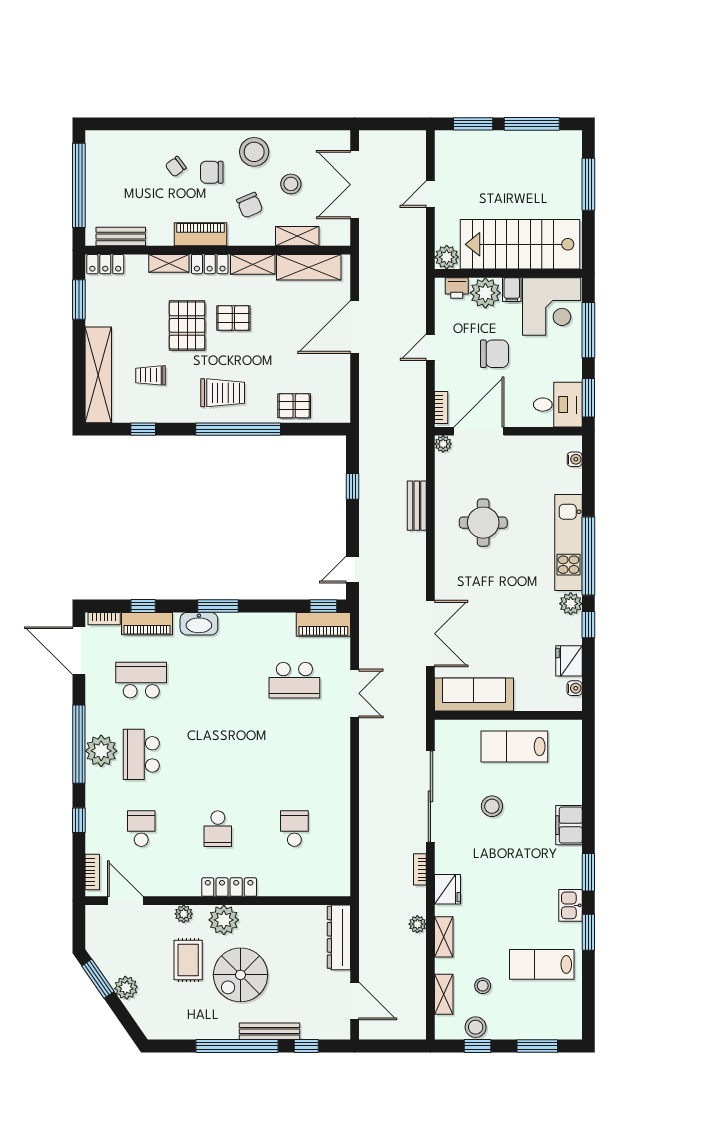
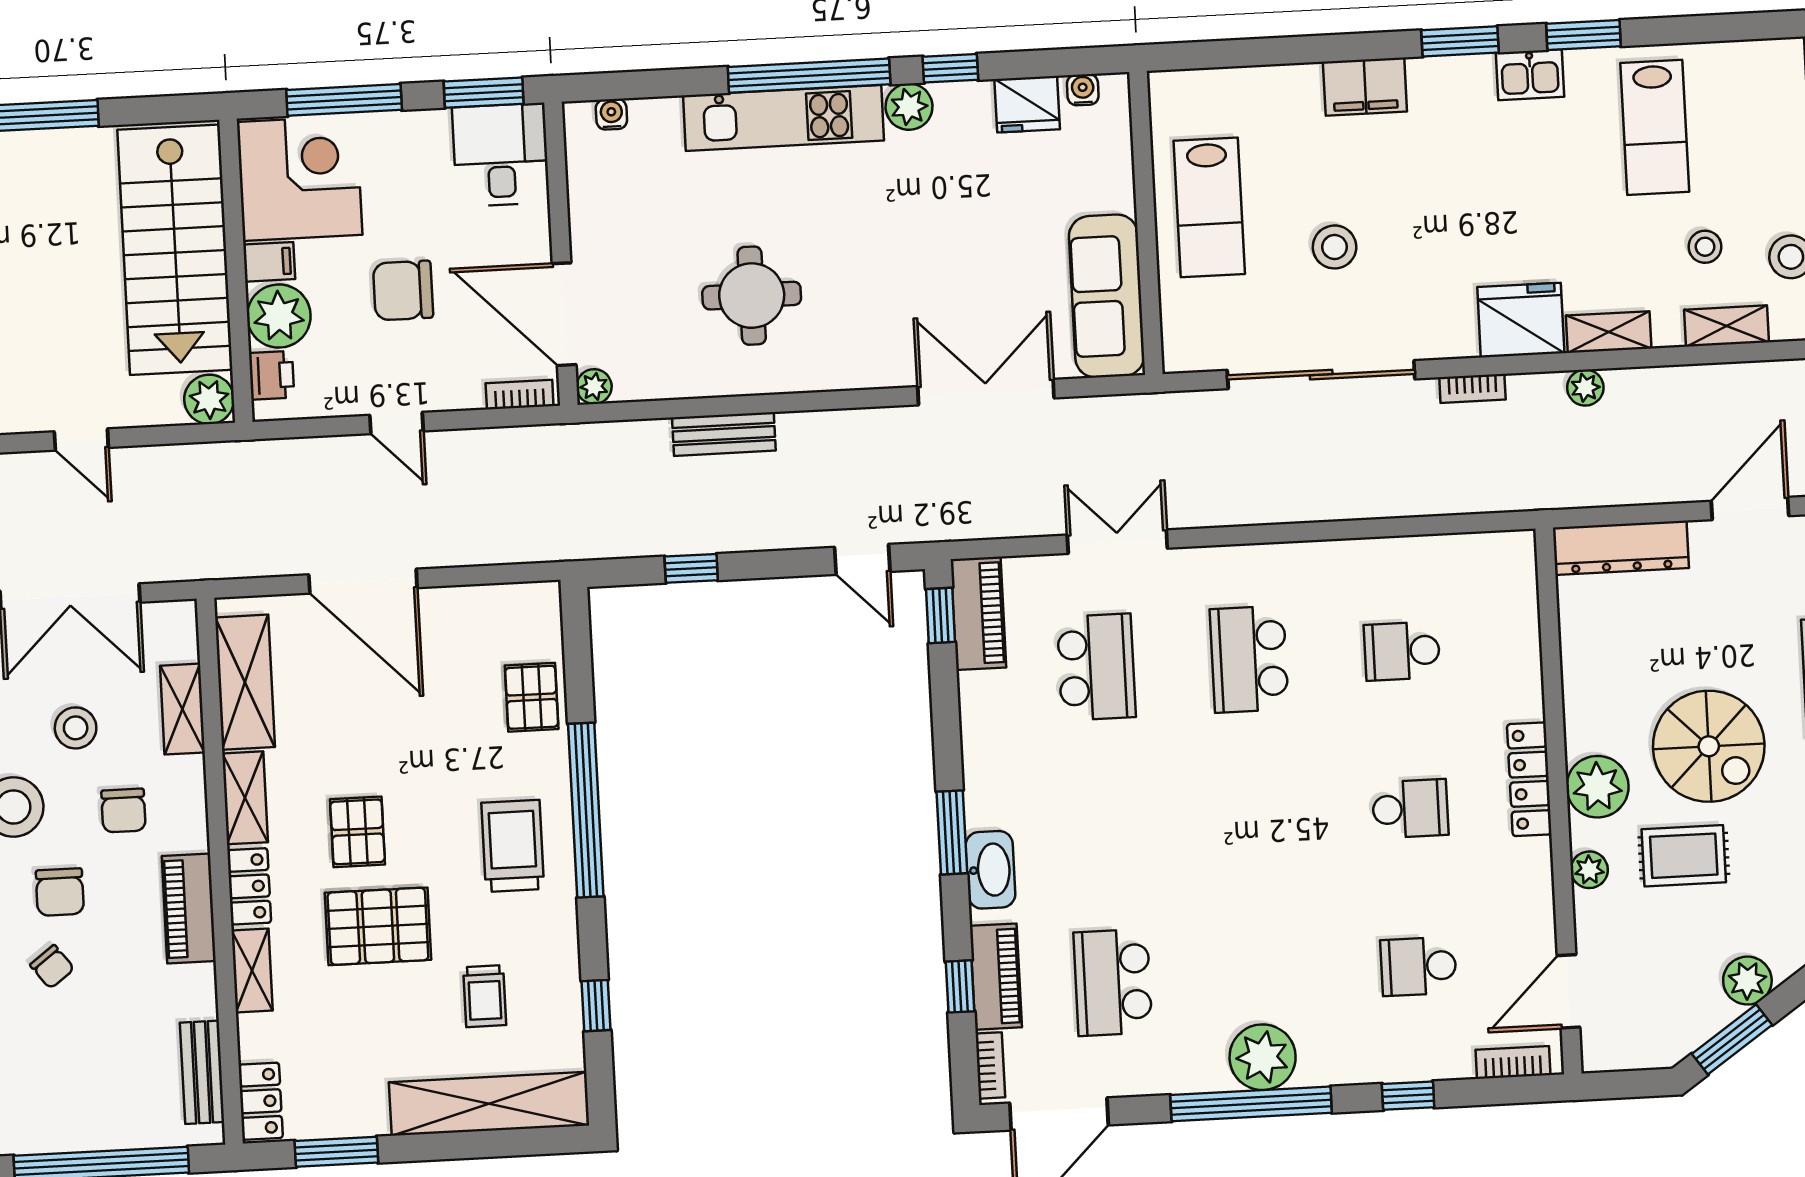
chair: (250, 205) -> (123, 810), turned 113
chair: (495, 354) -> (403, 291), turned -90
school desk: (141, 754) -> (1249, 659), moved, turned 90
fridge: (447, 889) -> (1521, 320), width x1.36, depth x1.34

